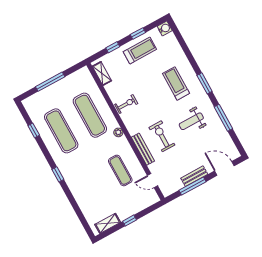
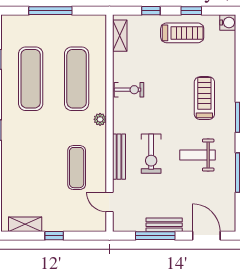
exercise bike: (162, 136) -> (151, 154), turned 180

